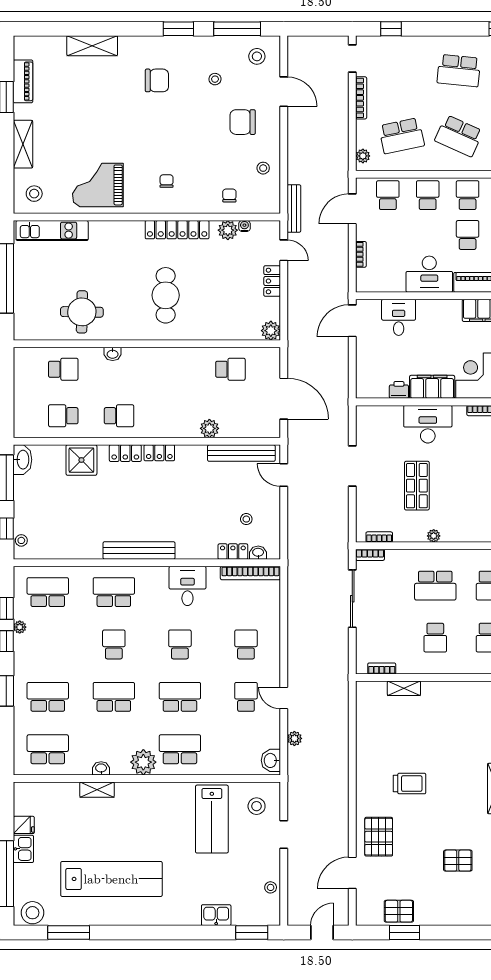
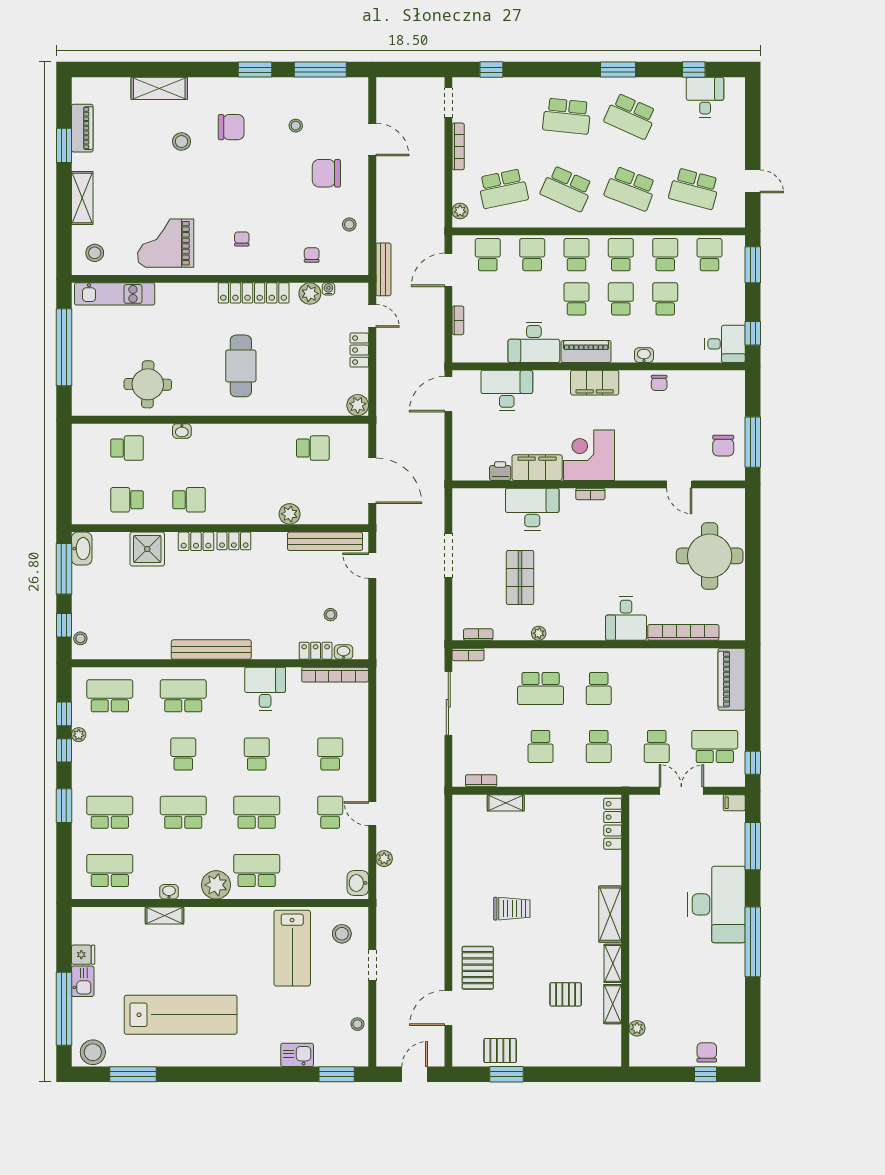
stool: (257, 56) -> (182, 142), moved
desk: (399, 317) -> (507, 390), width x1.37

